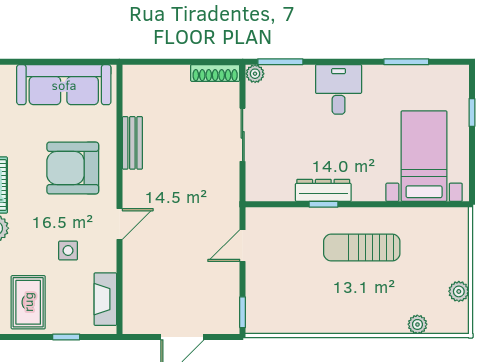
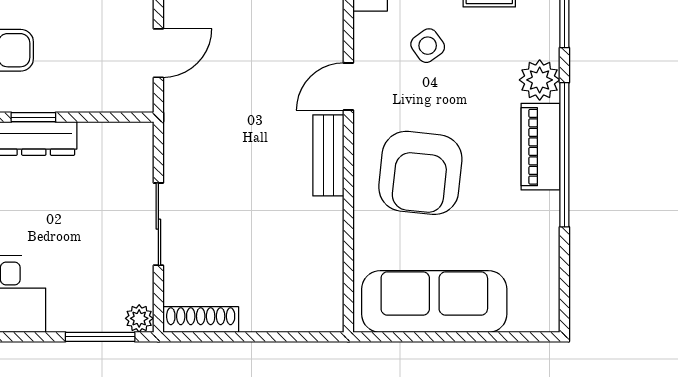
bench: (132, 143) -> (328, 155), moved
armchair: (73, 168) -> (420, 173), turned 96
side table: (68, 251) -> (428, 46), turned -36

